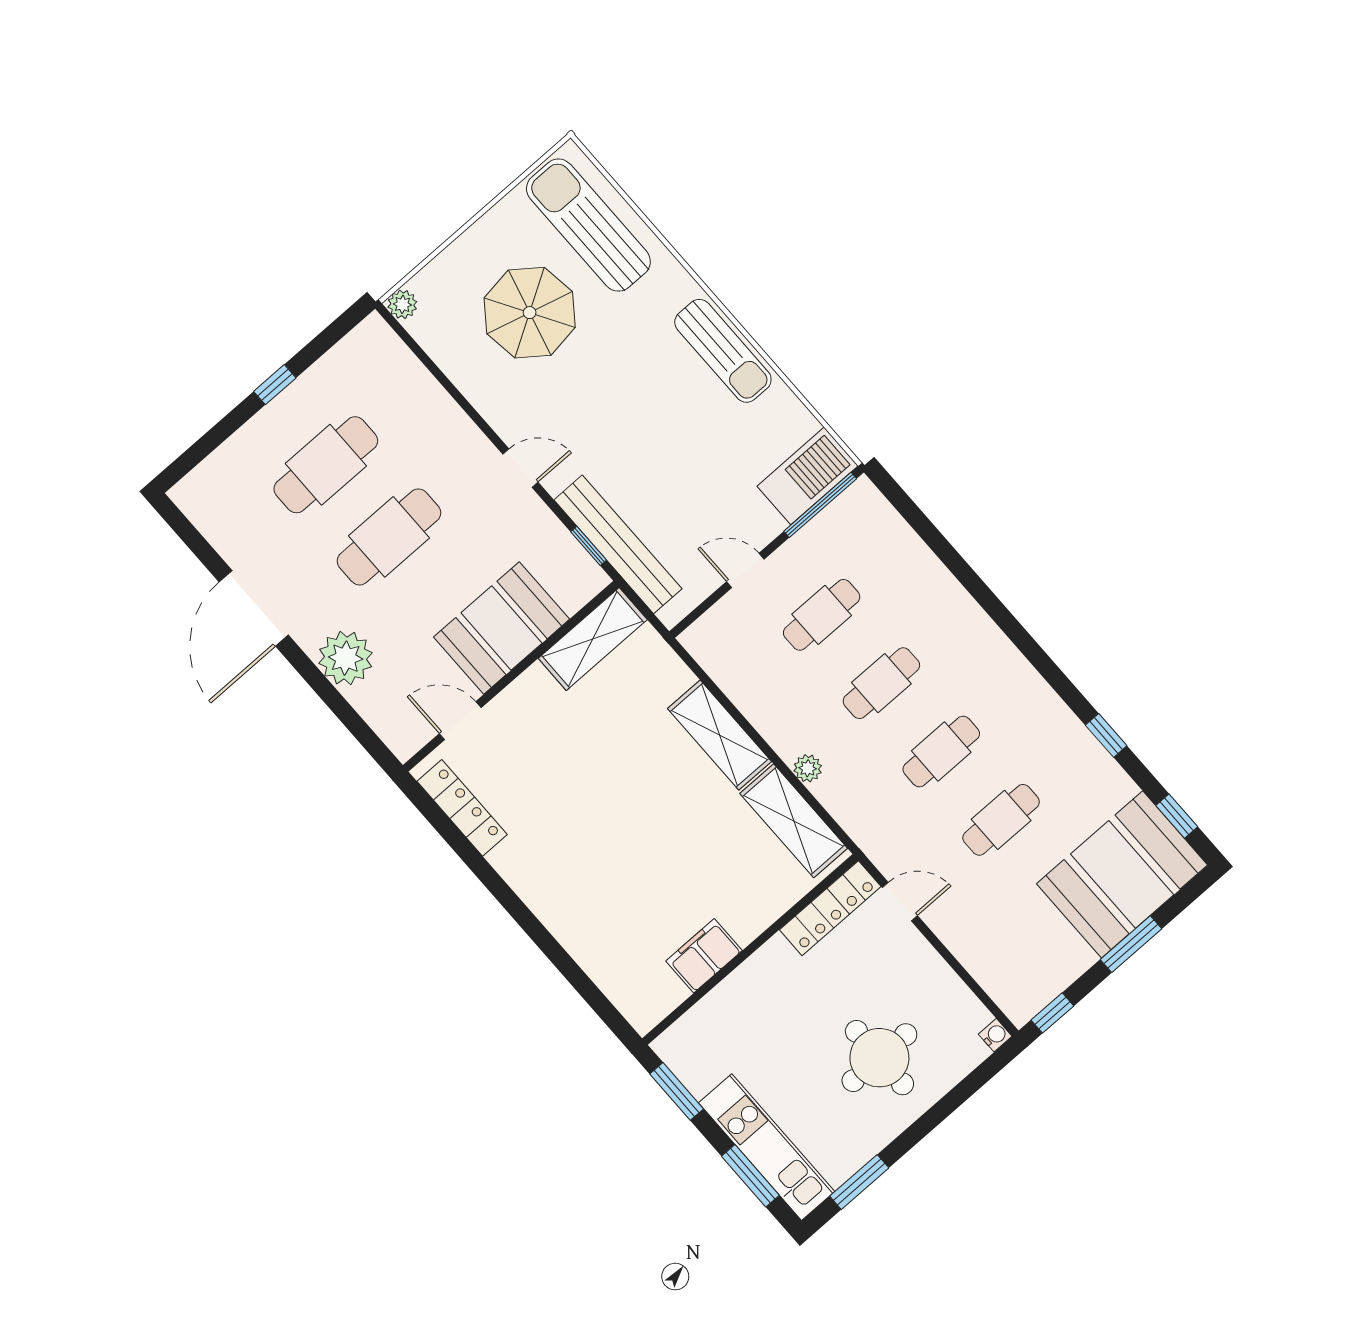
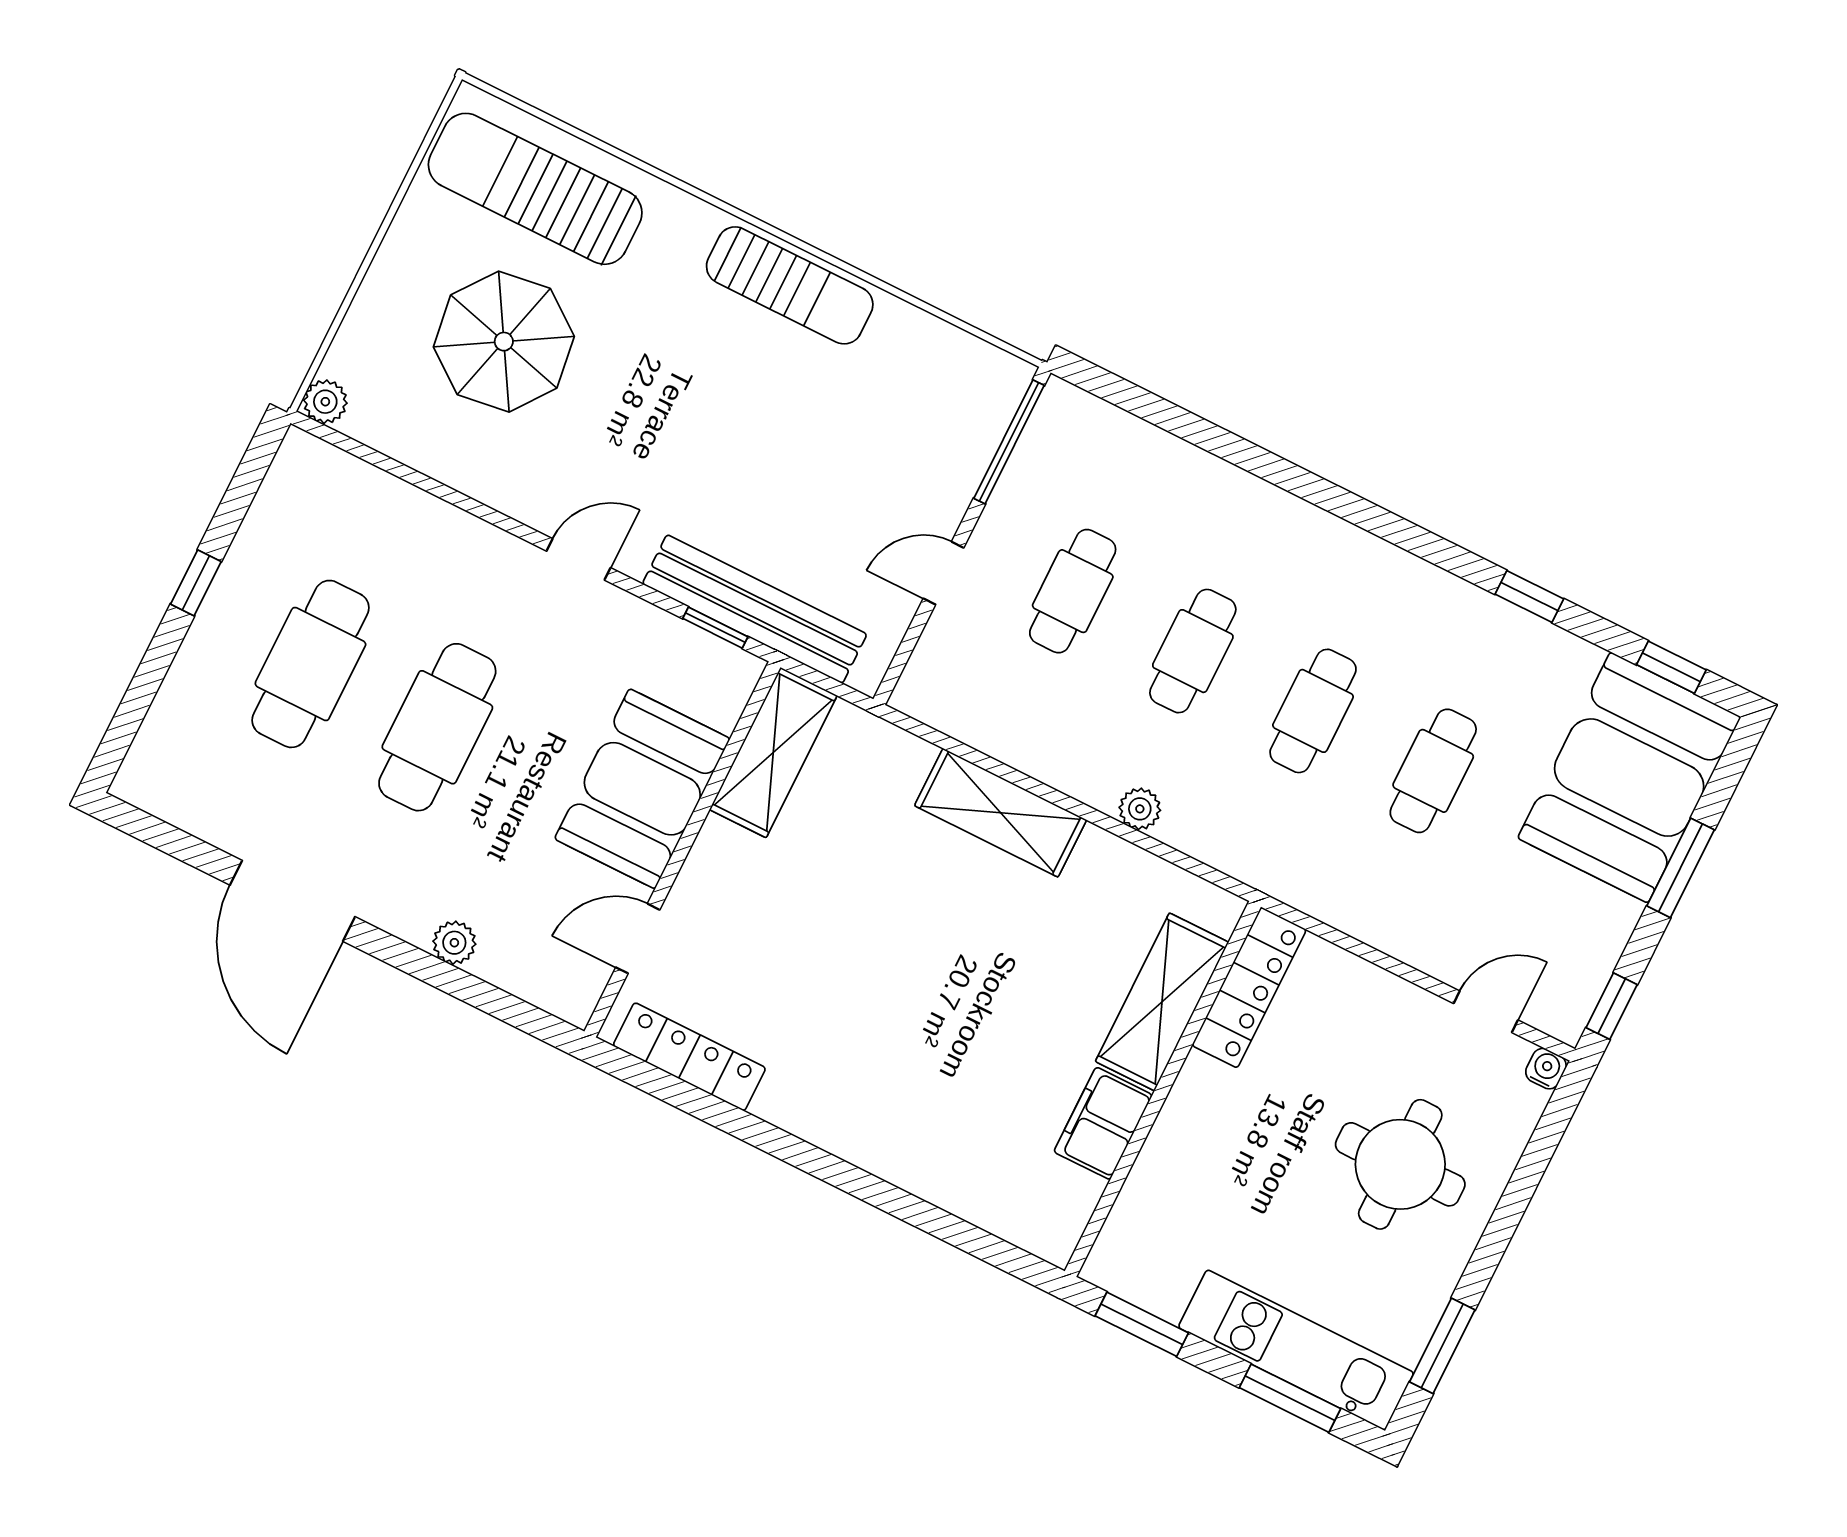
barbecue: (808, 476) -> (976, 409), removed
plant: (346, 658) -> (454, 943), width x0.53, depth x0.53
shelving: (794, 821) -> (1162, 1002), moved, turned 90
door: (900, 902) -> (1486, 1012), moved

